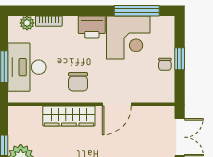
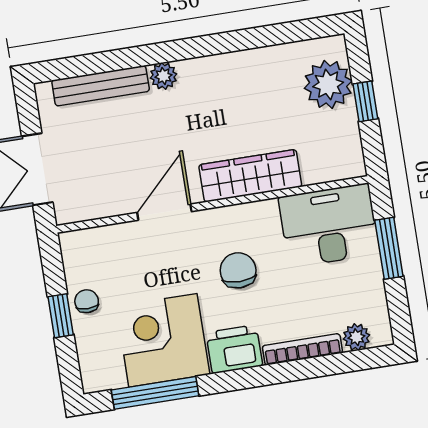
bookcase: (49, 21) -> (302, 349), width x1.56
desk: (27, 67) -> (329, 226), moved, turned -90
chair: (78, 82) -> (238, 270), moved

